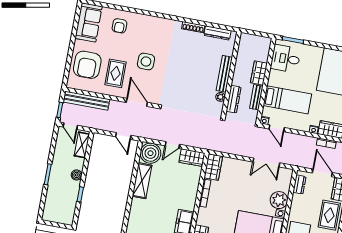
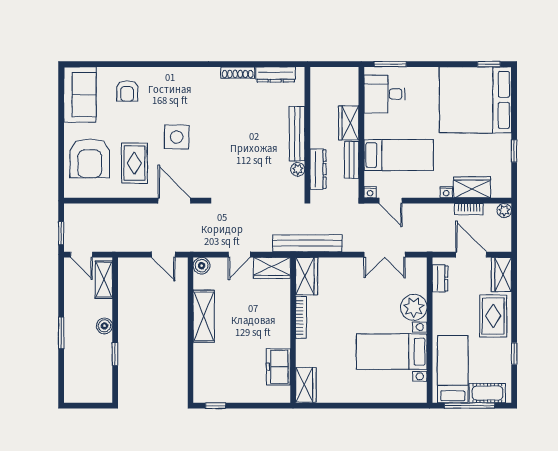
bench: (86, 101) -> (307, 243), moved
boiler: (150, 153) -> (202, 266), width x0.54, depth x0.54

